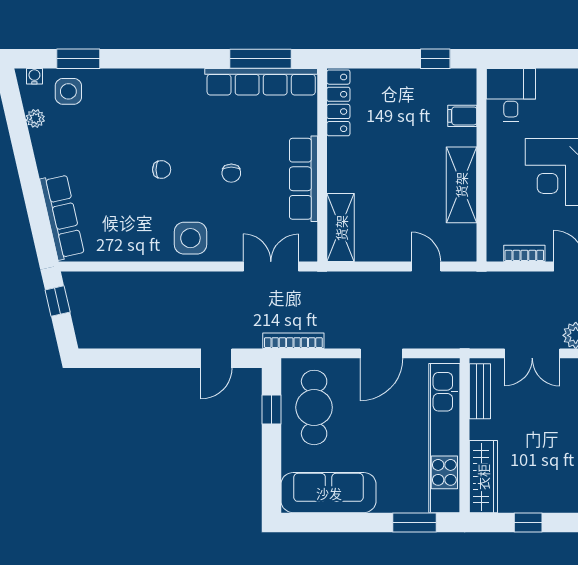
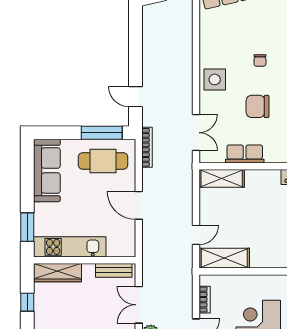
chair: (231, 173) -> (258, 106), width x1.87, depth x1.87
row of seats: (303, 179) -> (245, 154), width x0.68
shelving: (461, 185) -> (224, 258), moved
window: (271, 410) -> (102, 133), width x2.17
kitchen unit: (444, 438) -> (70, 247), width x0.73

